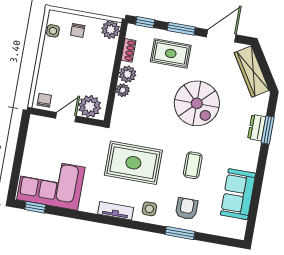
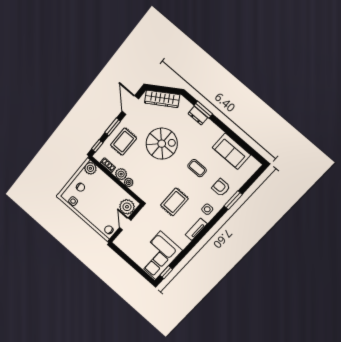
rug: (133, 163) -> (174, 202), width x0.73, depth x0.70

